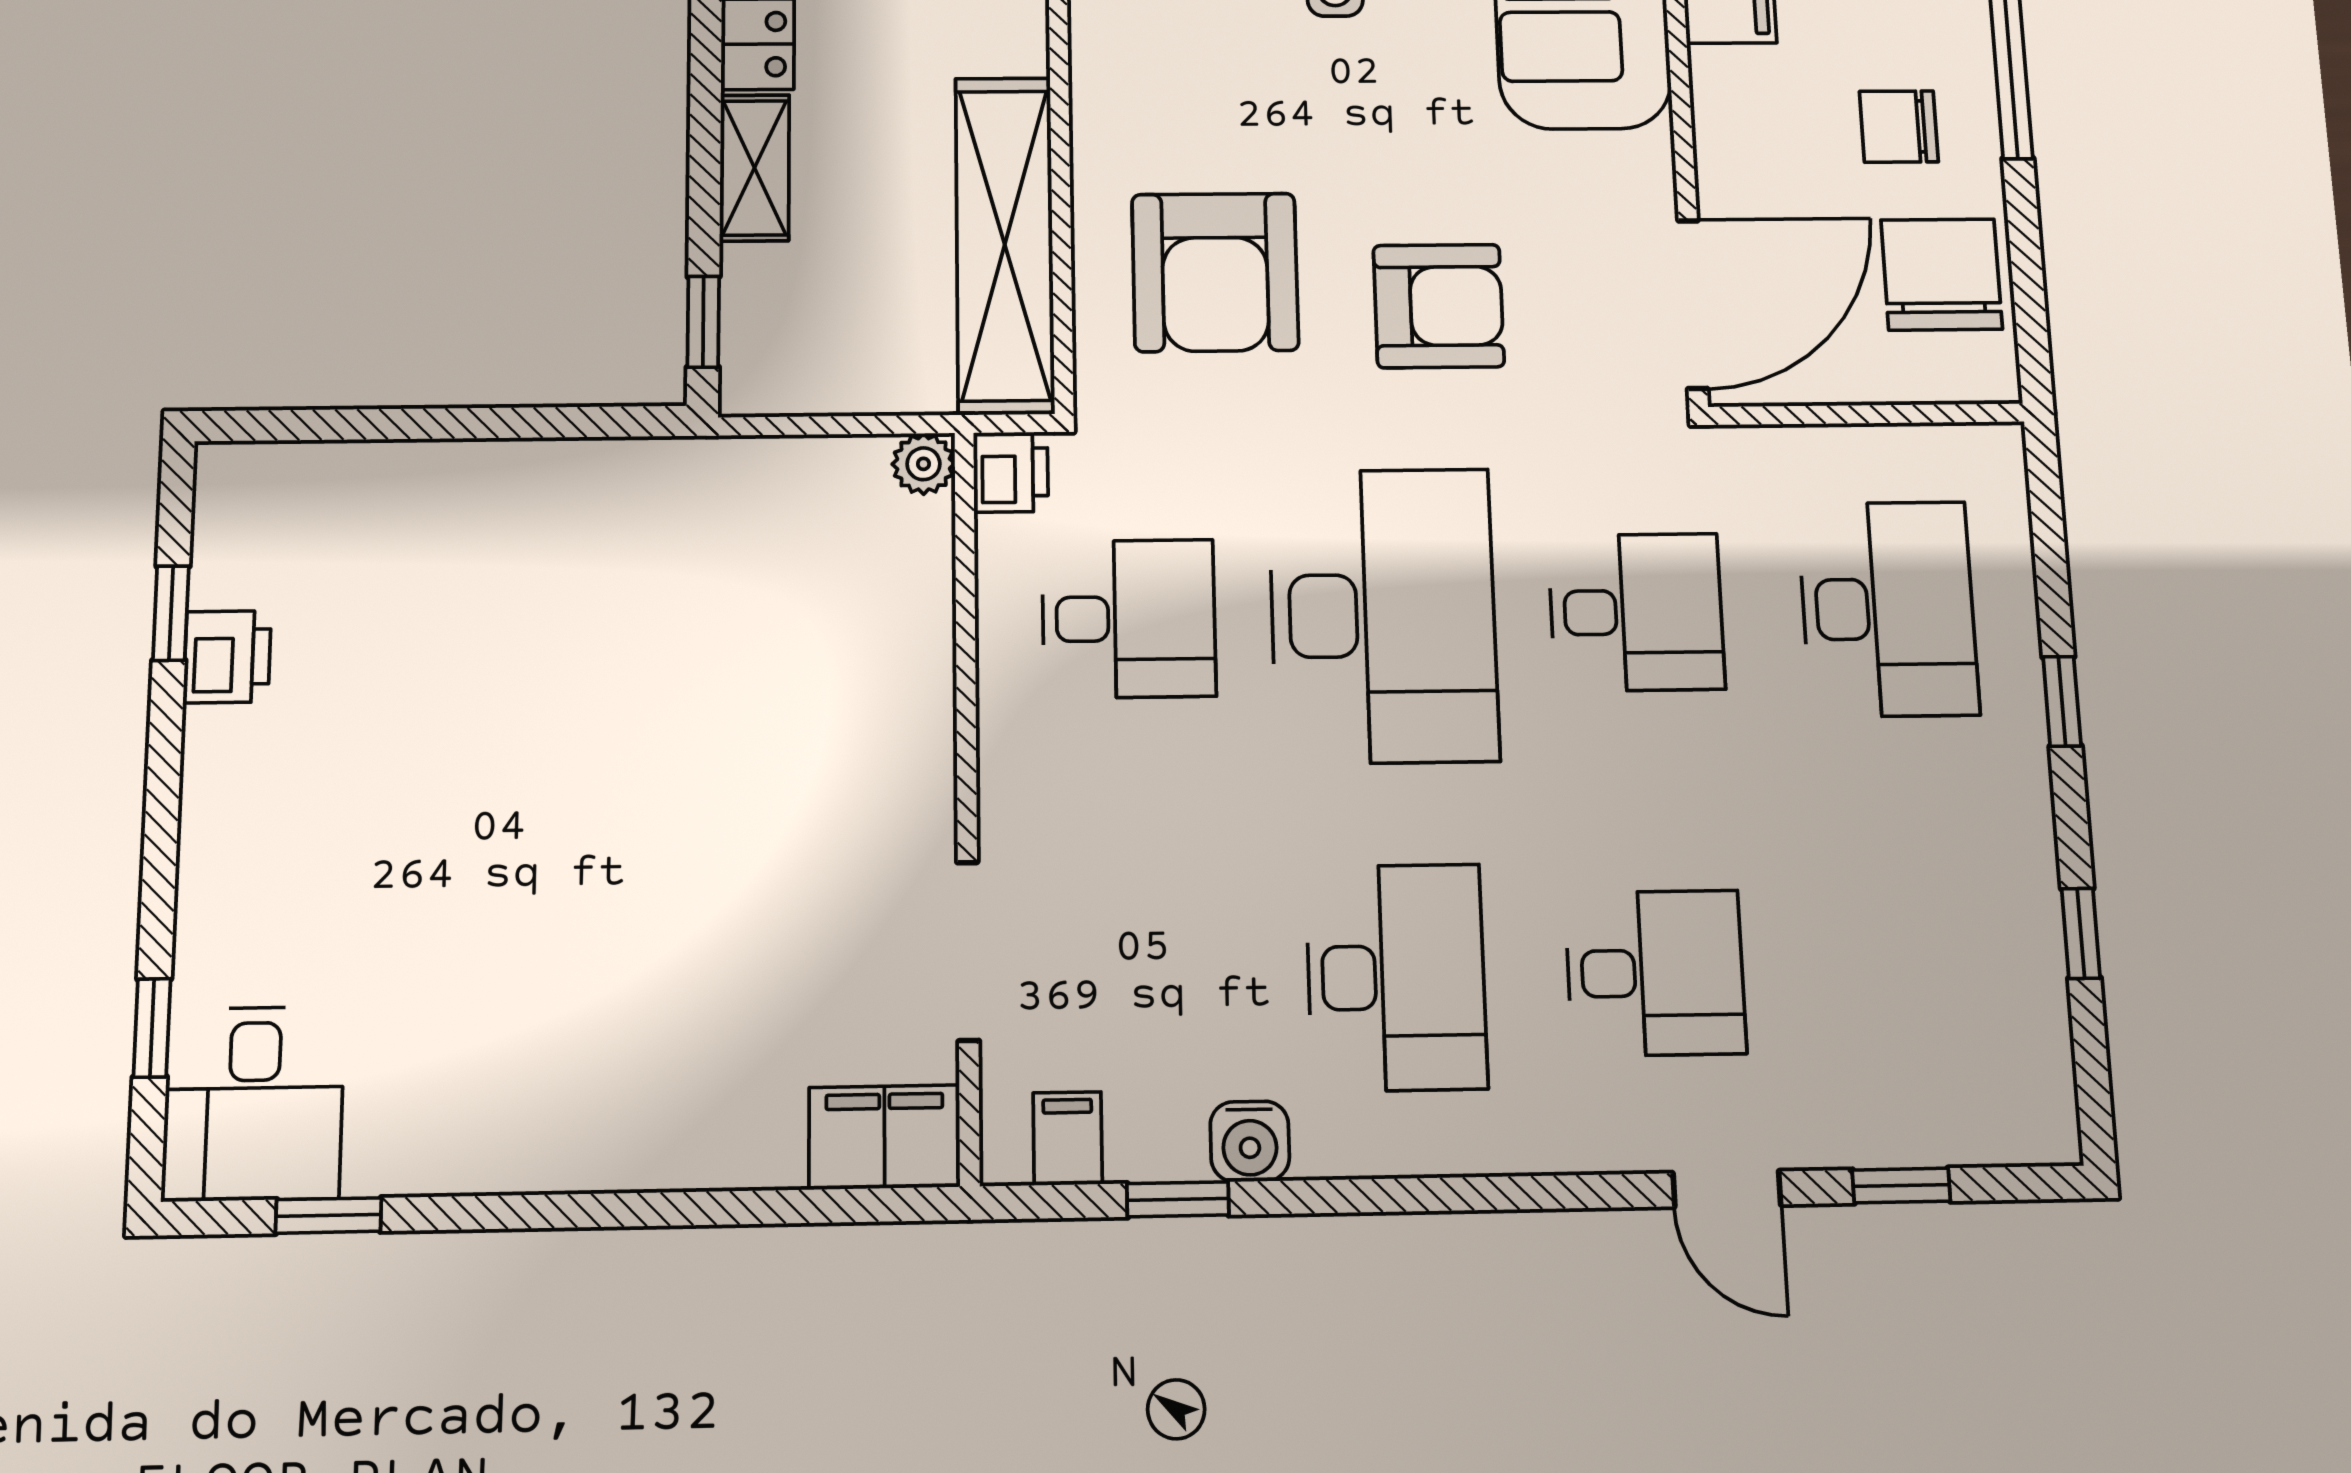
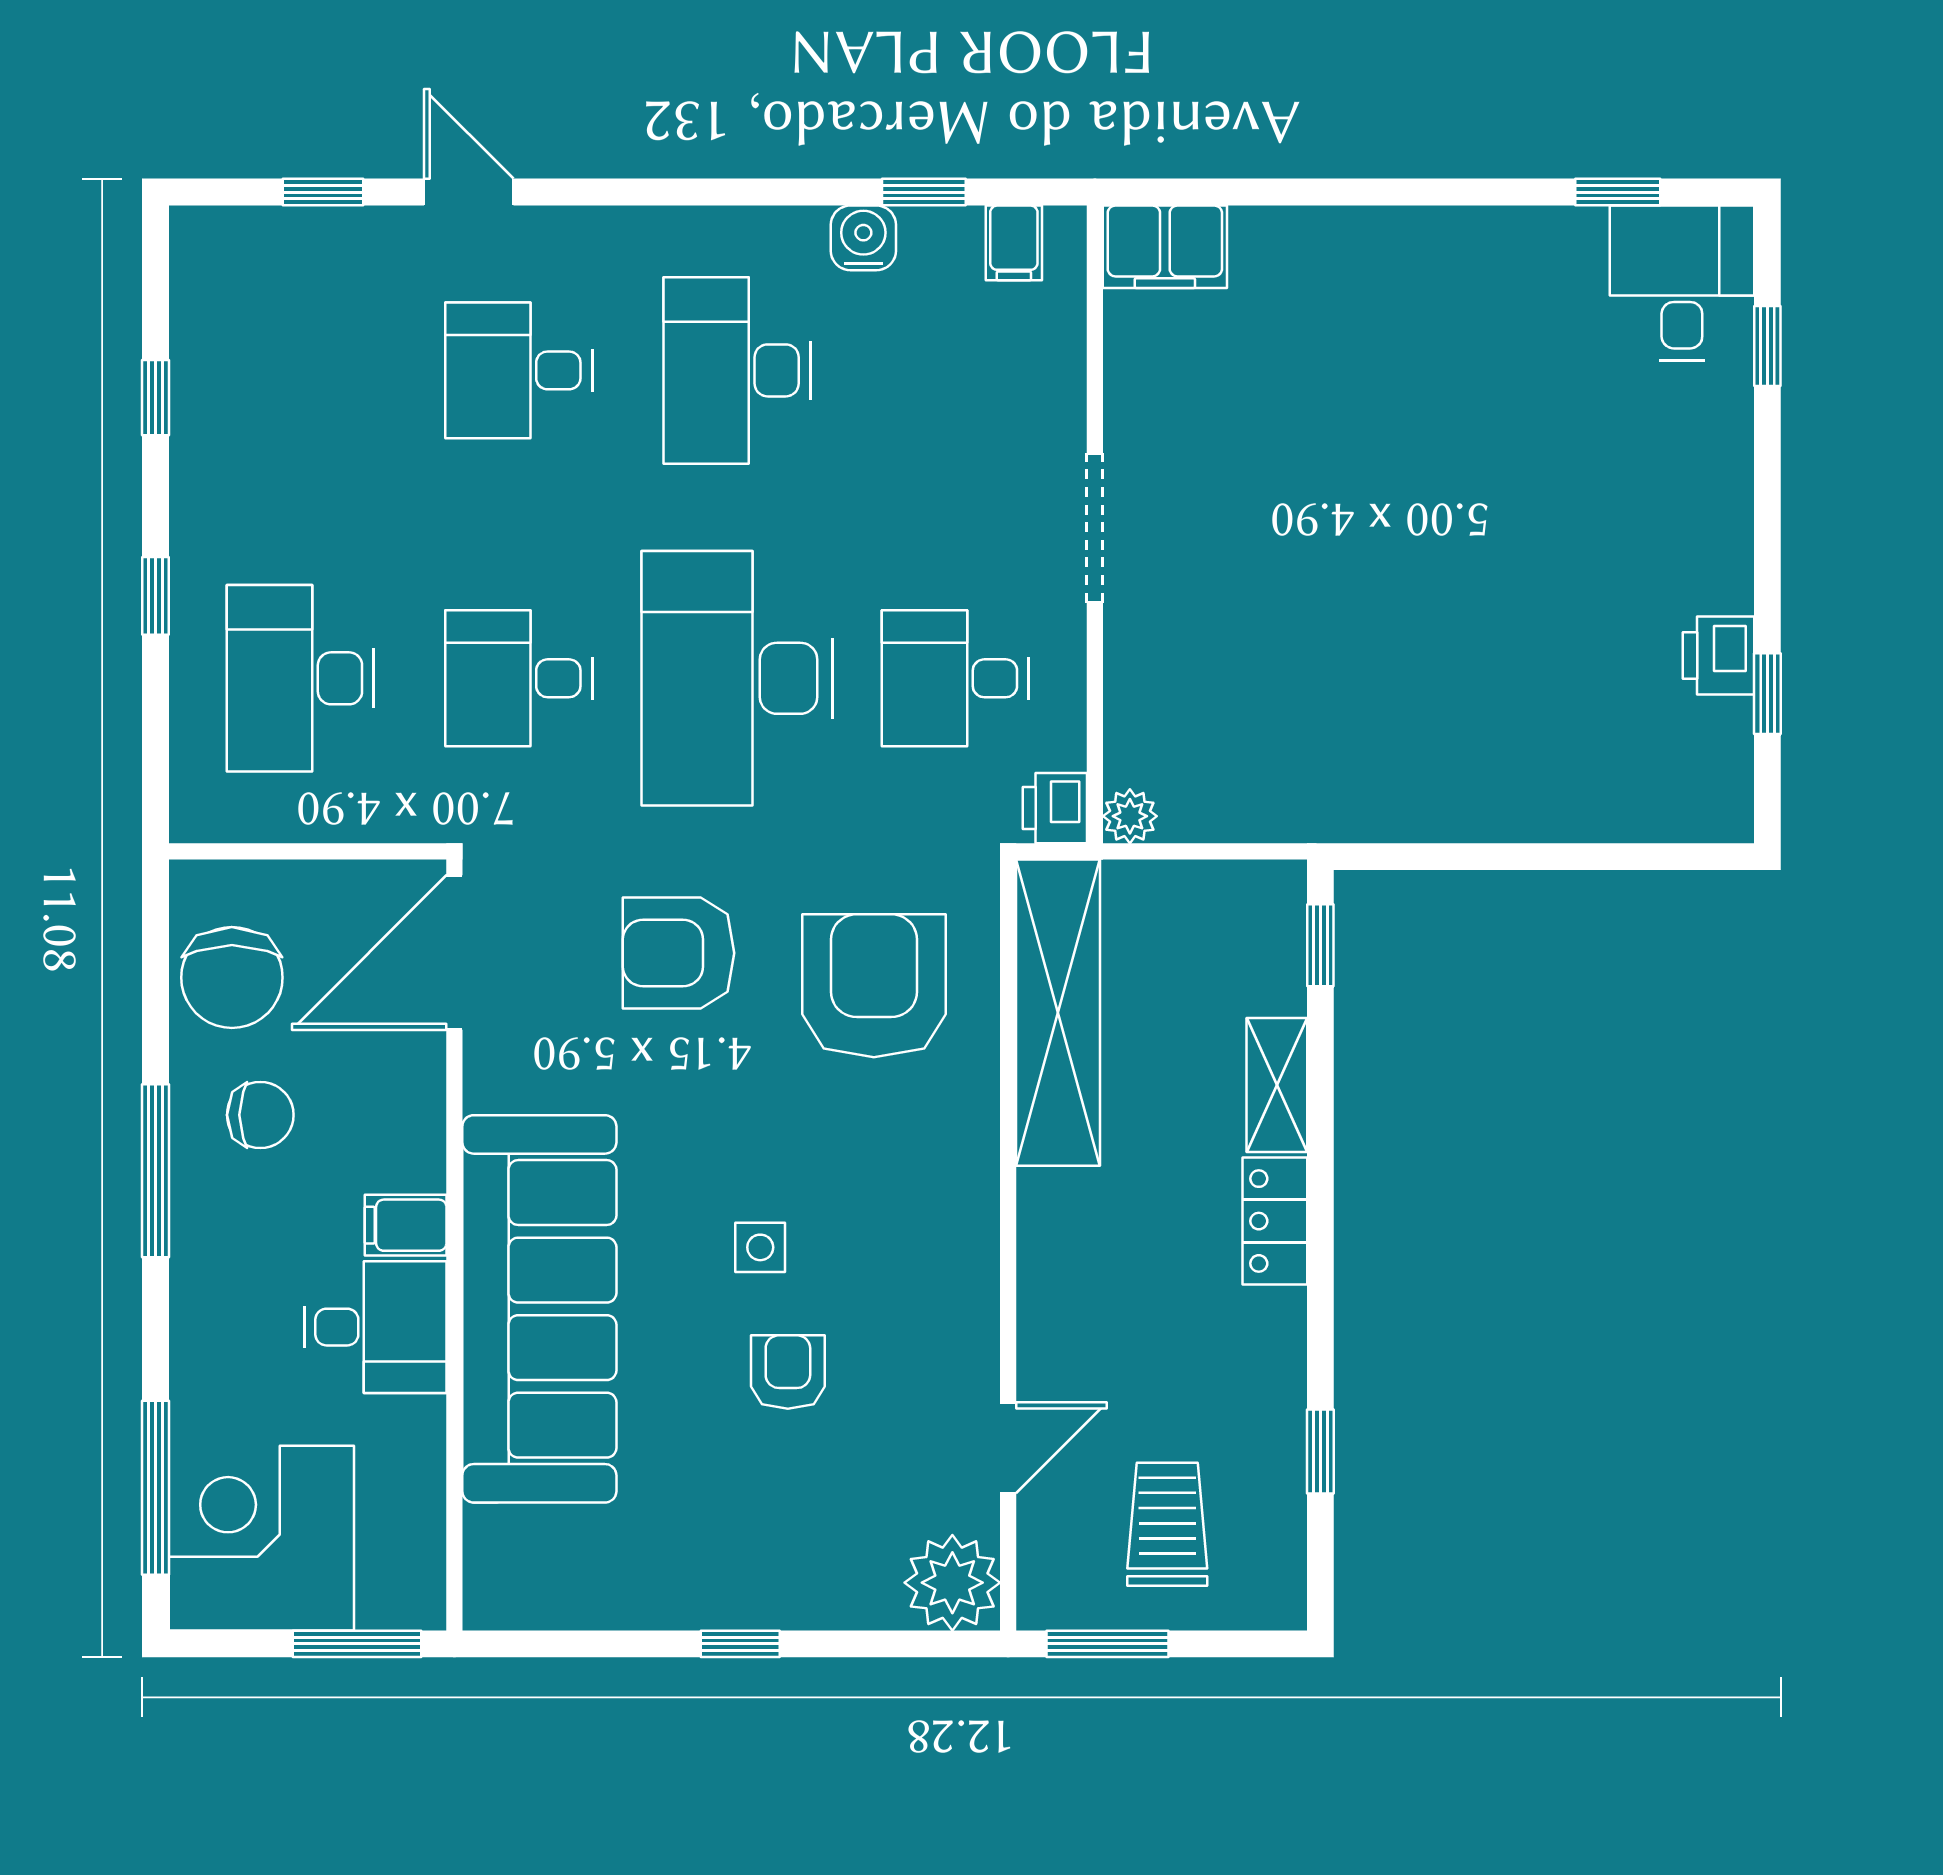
doorway: (968, 951) -> (1095, 528), moved

